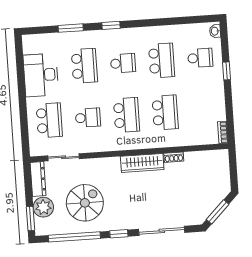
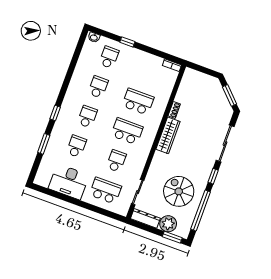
school desk: (162, 61) -> (98, 87), width x0.54
school desk: (84, 66) -> (76, 146), width x0.54

